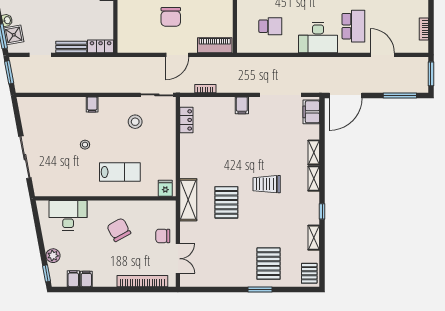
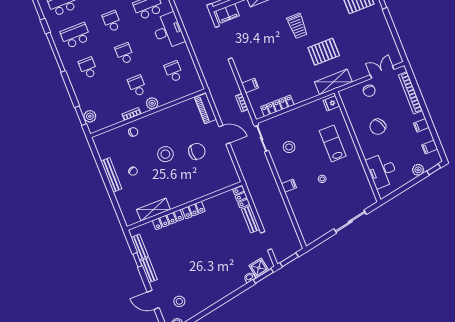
filing cabinet: (242, 105) -> (250, 85), moved
locker: (186, 120) -> (277, 106), width x1.53
filing cabinet: (86, 279) -> (421, 125), moved

